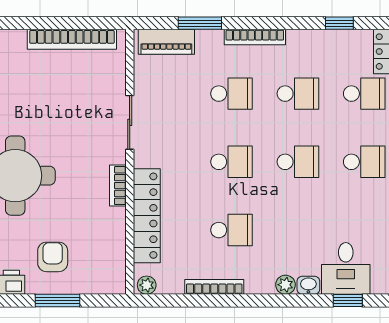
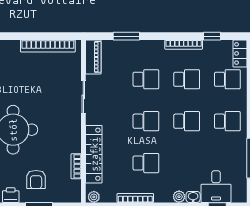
bookcase: (255, 37) -> (184, 45), moved
piano: (166, 42) -> (93, 57), moved, turned -90
bookcase: (118, 186) -> (76, 166), moved
armchair: (53, 257) -> (36, 180), turned 180

